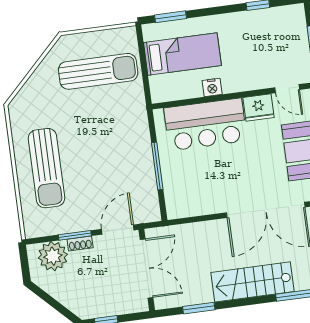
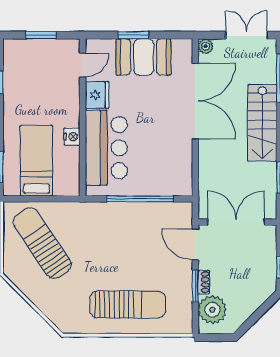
sun lounger: (98, 71) -> (42, 243), turned -34
window: (157, 166) -> (140, 199), width x1.46

